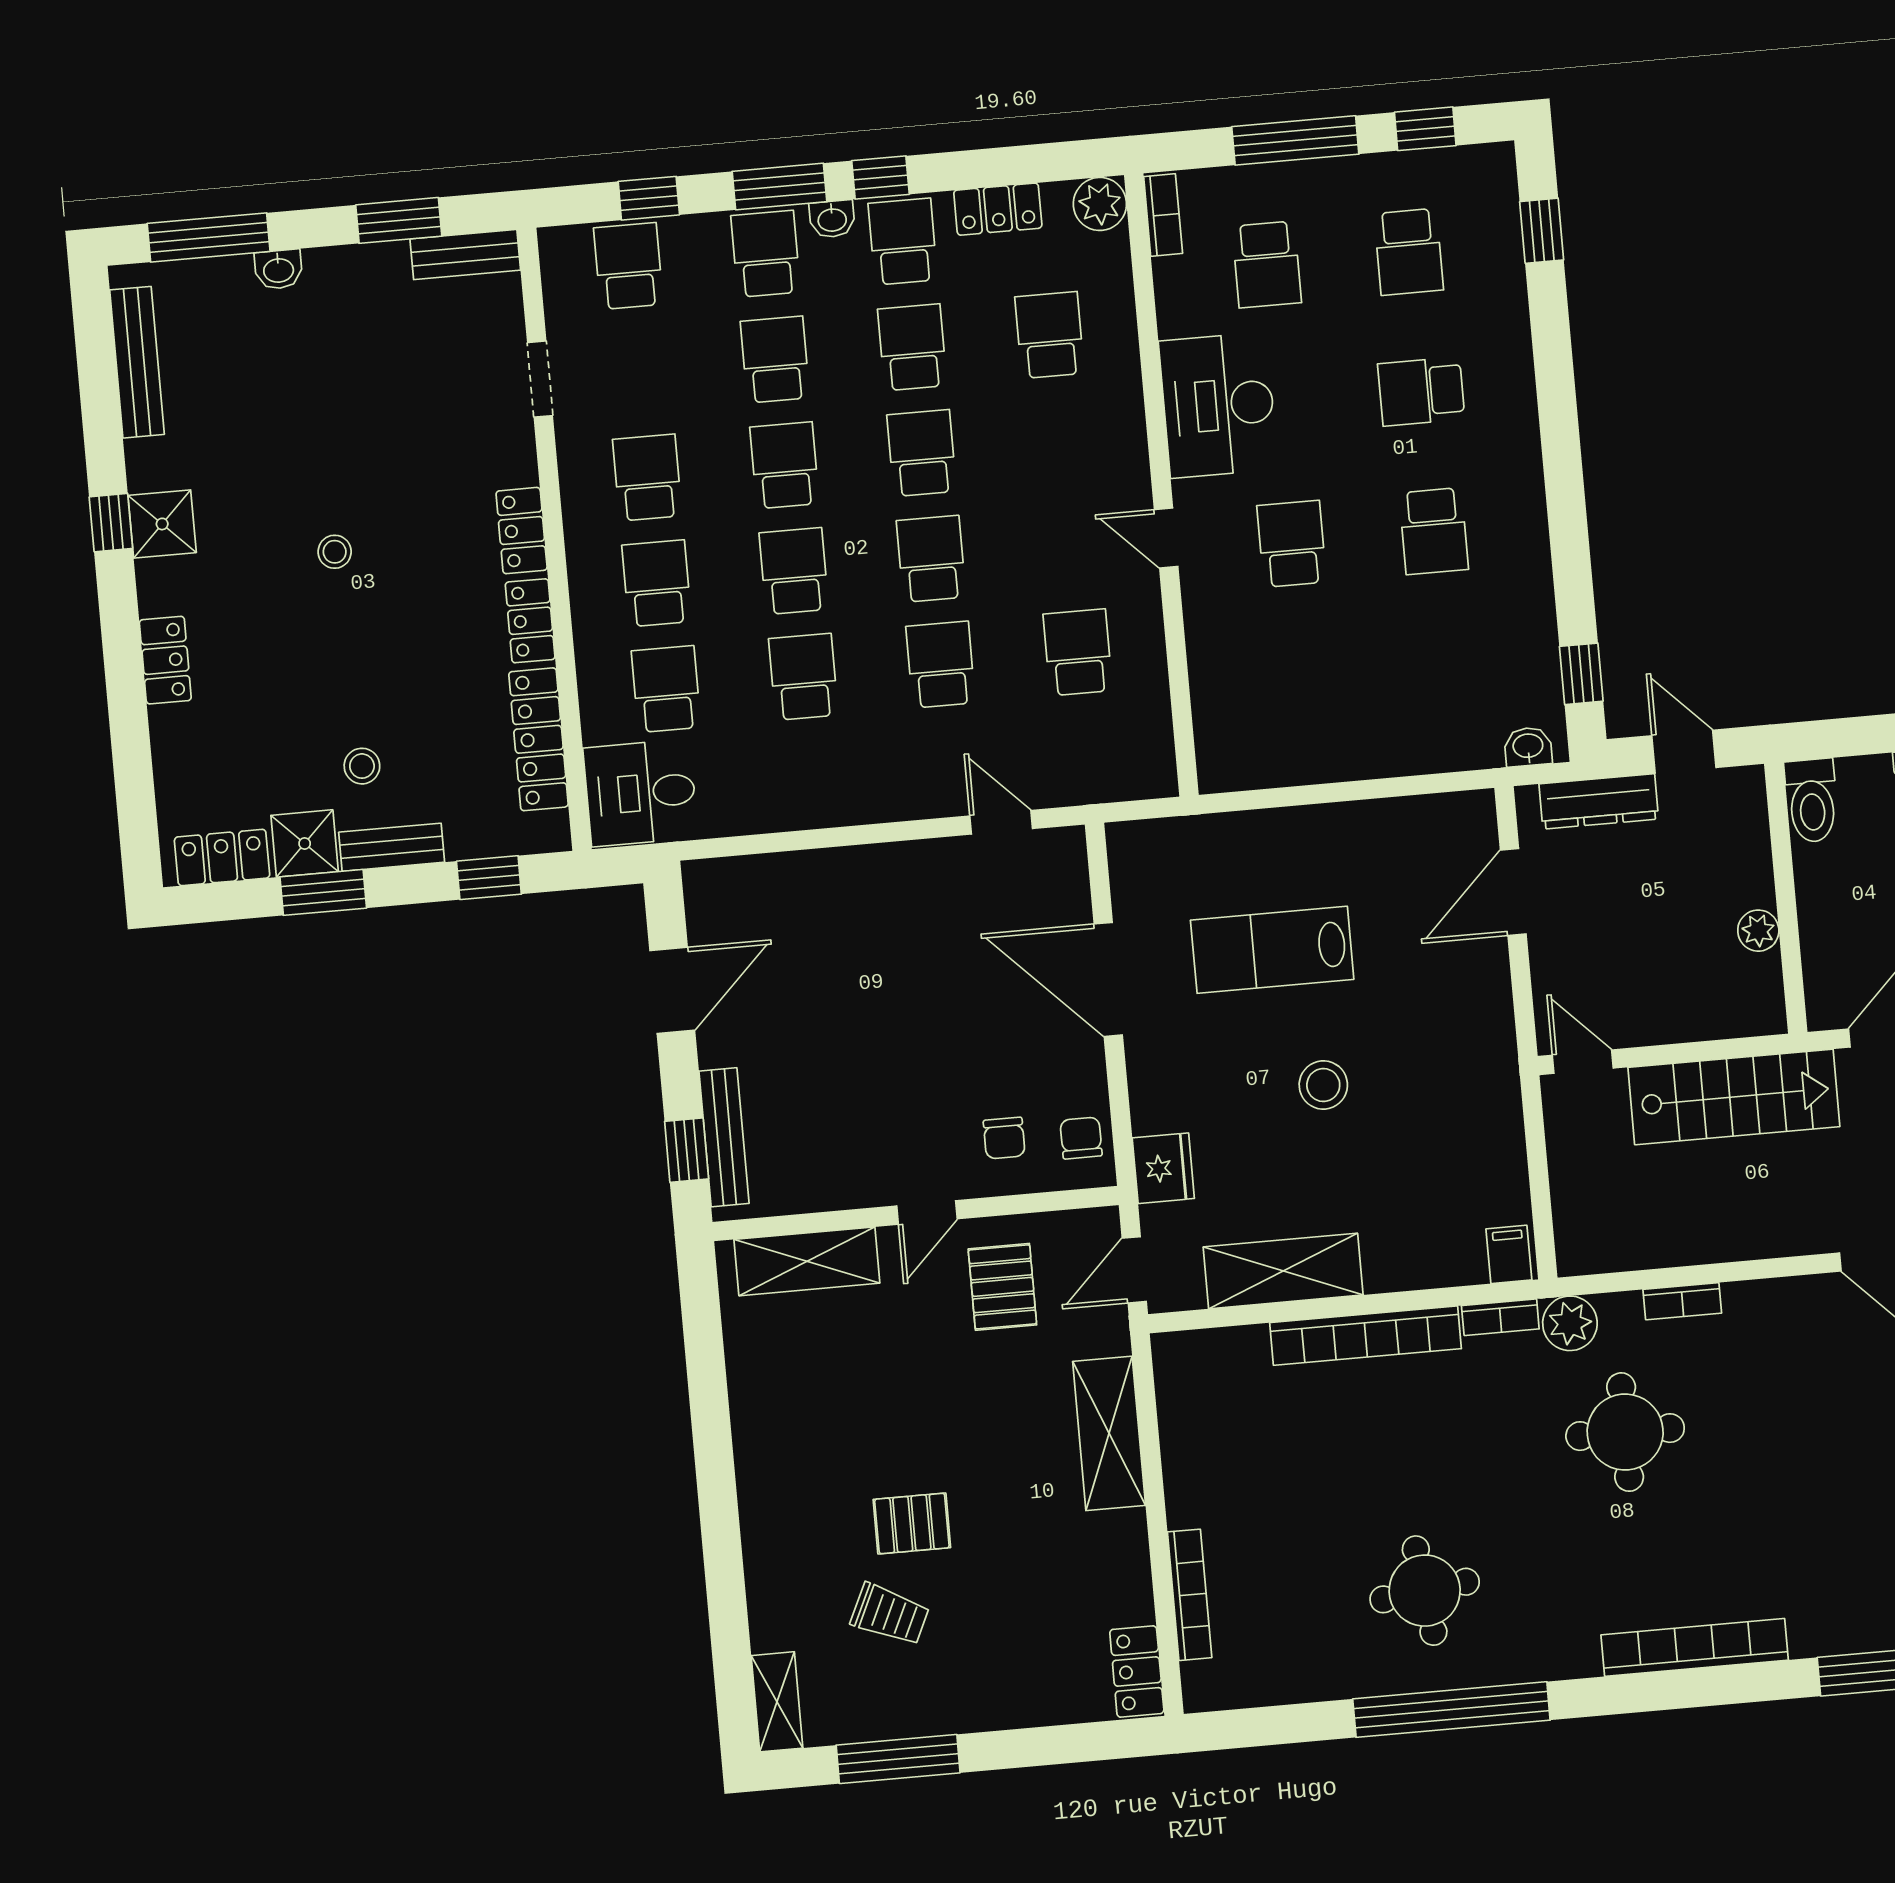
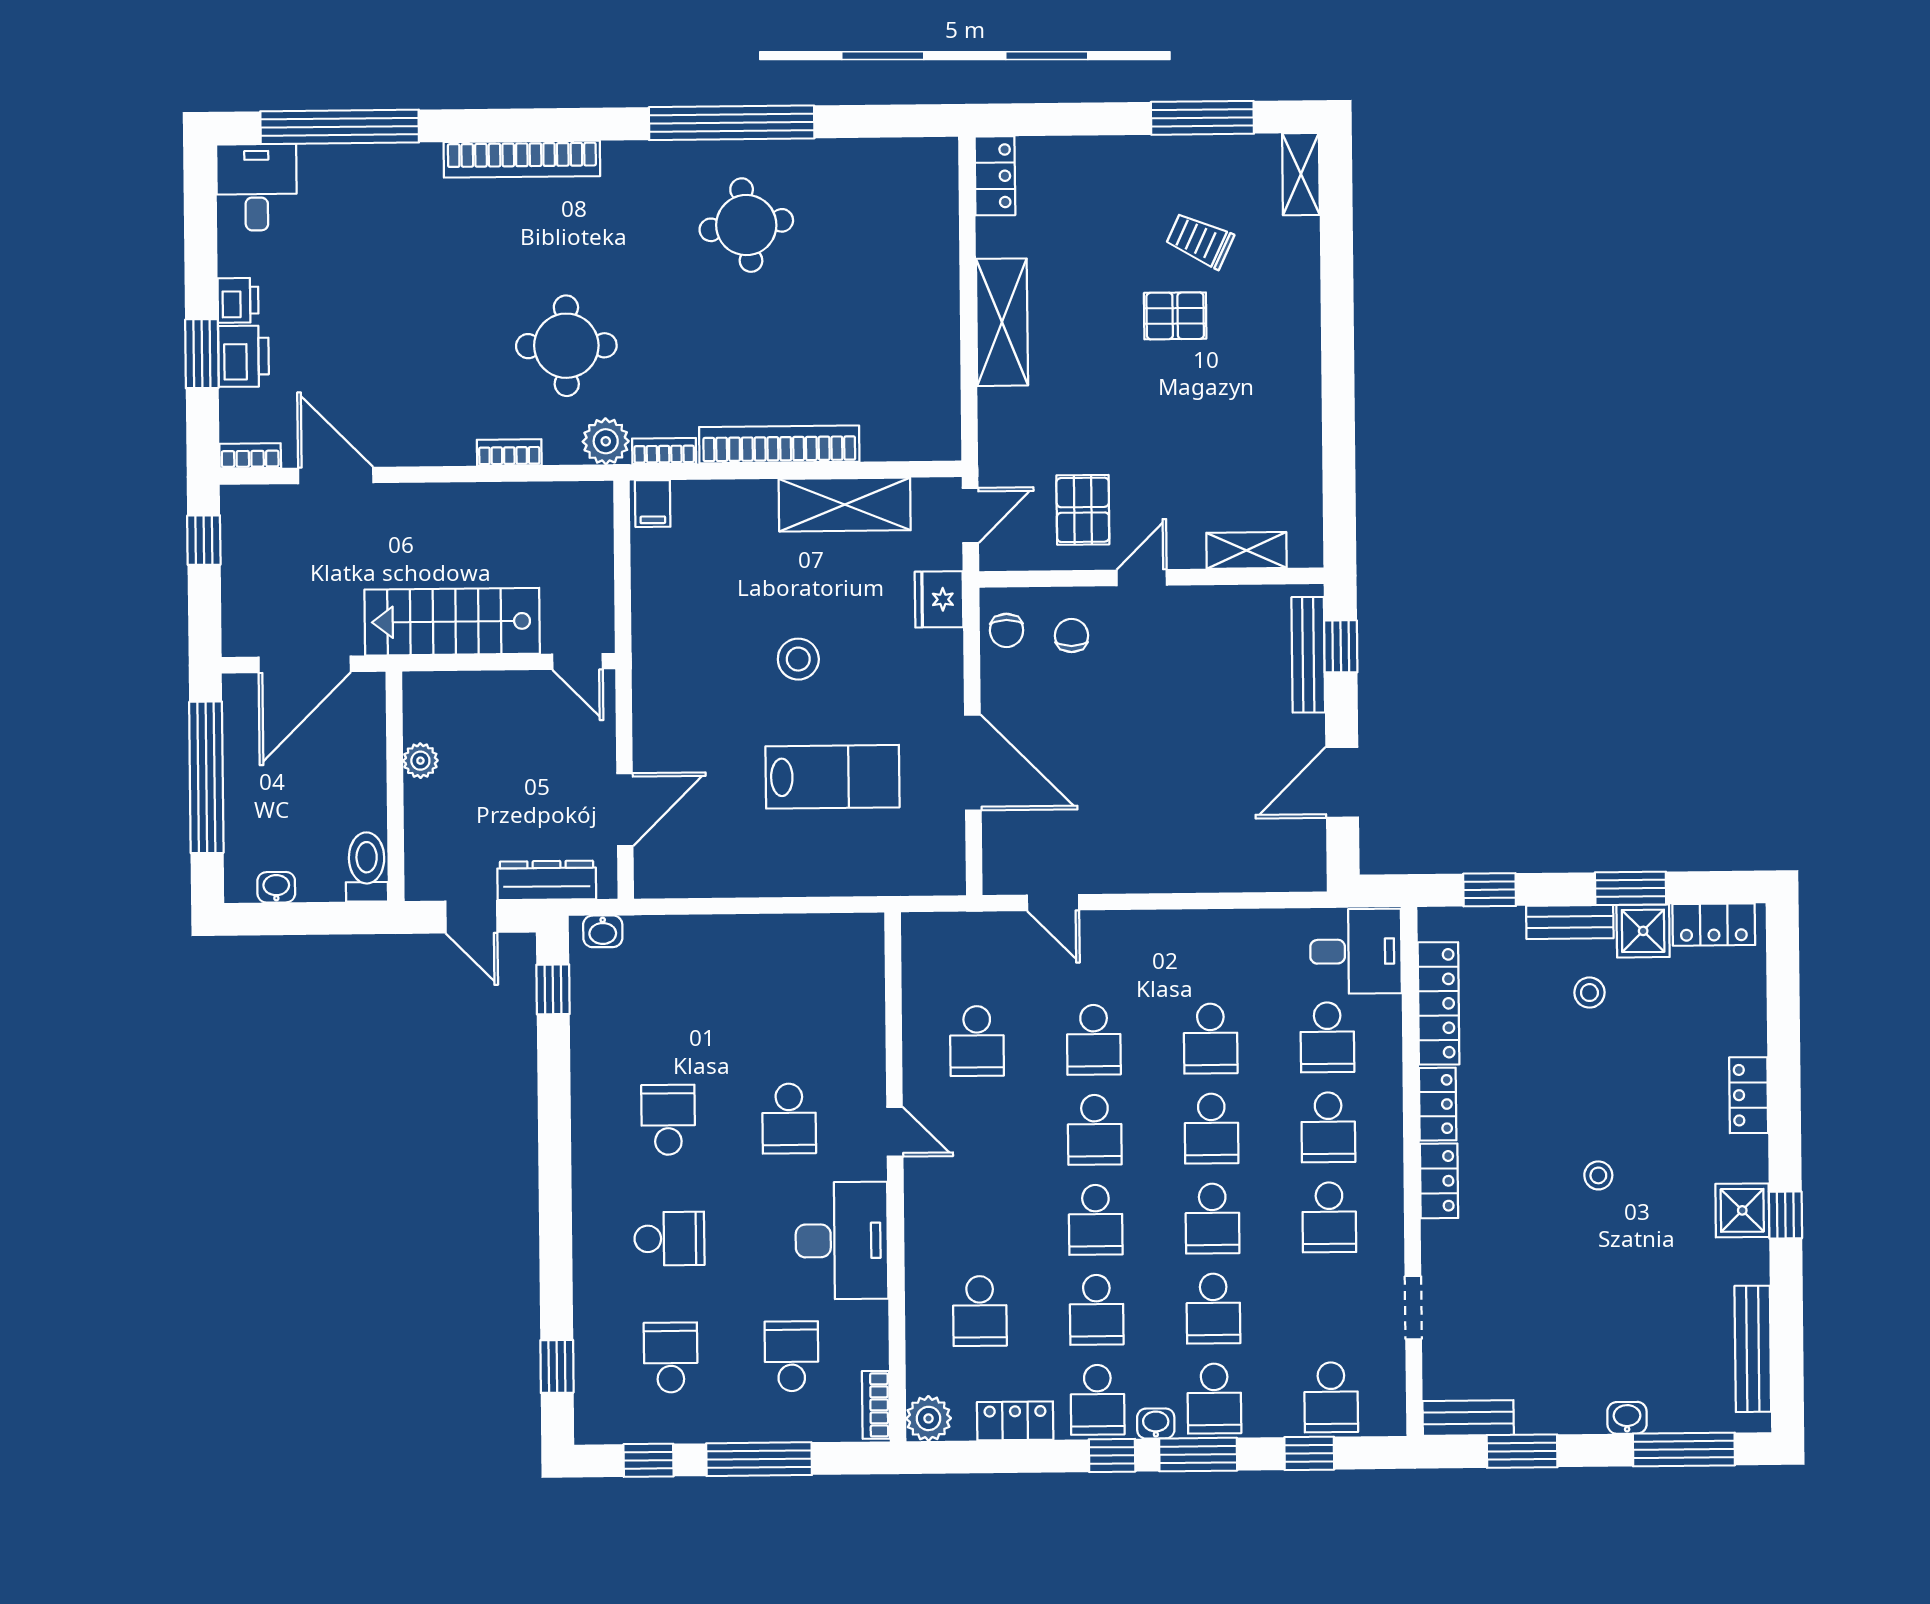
shelving: (807, 1261) -> (1247, 550), width x0.67, depth x0.75
shelving: (1109, 1433) -> (1002, 322), moved
bookcase: (1190, 1595) -> (945, 237), removed

